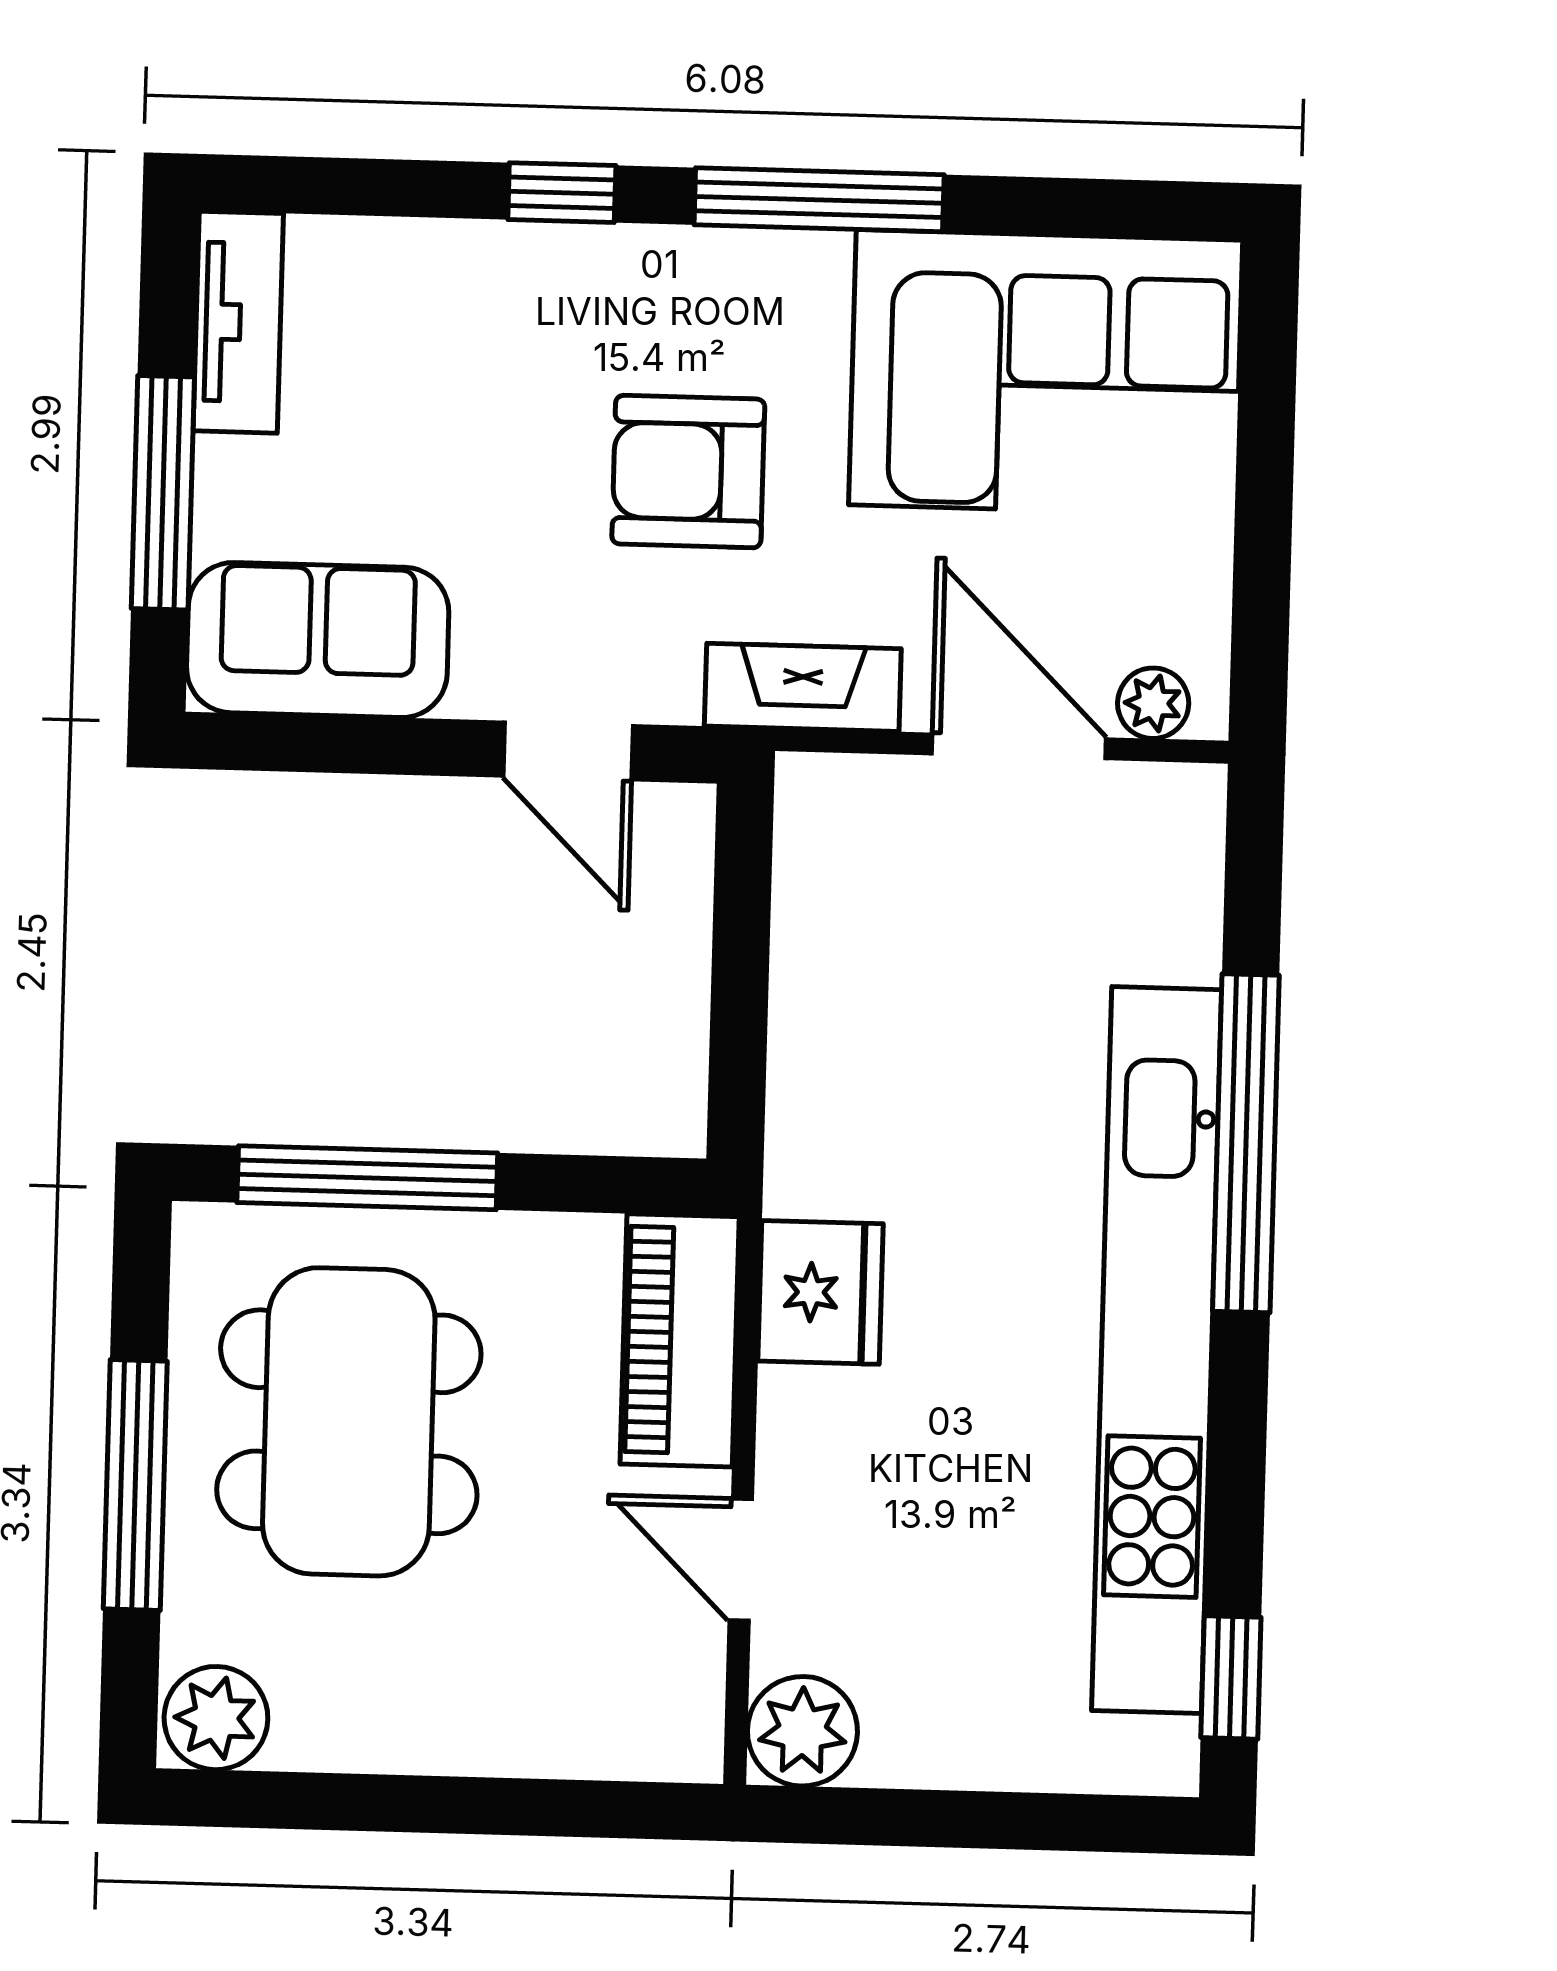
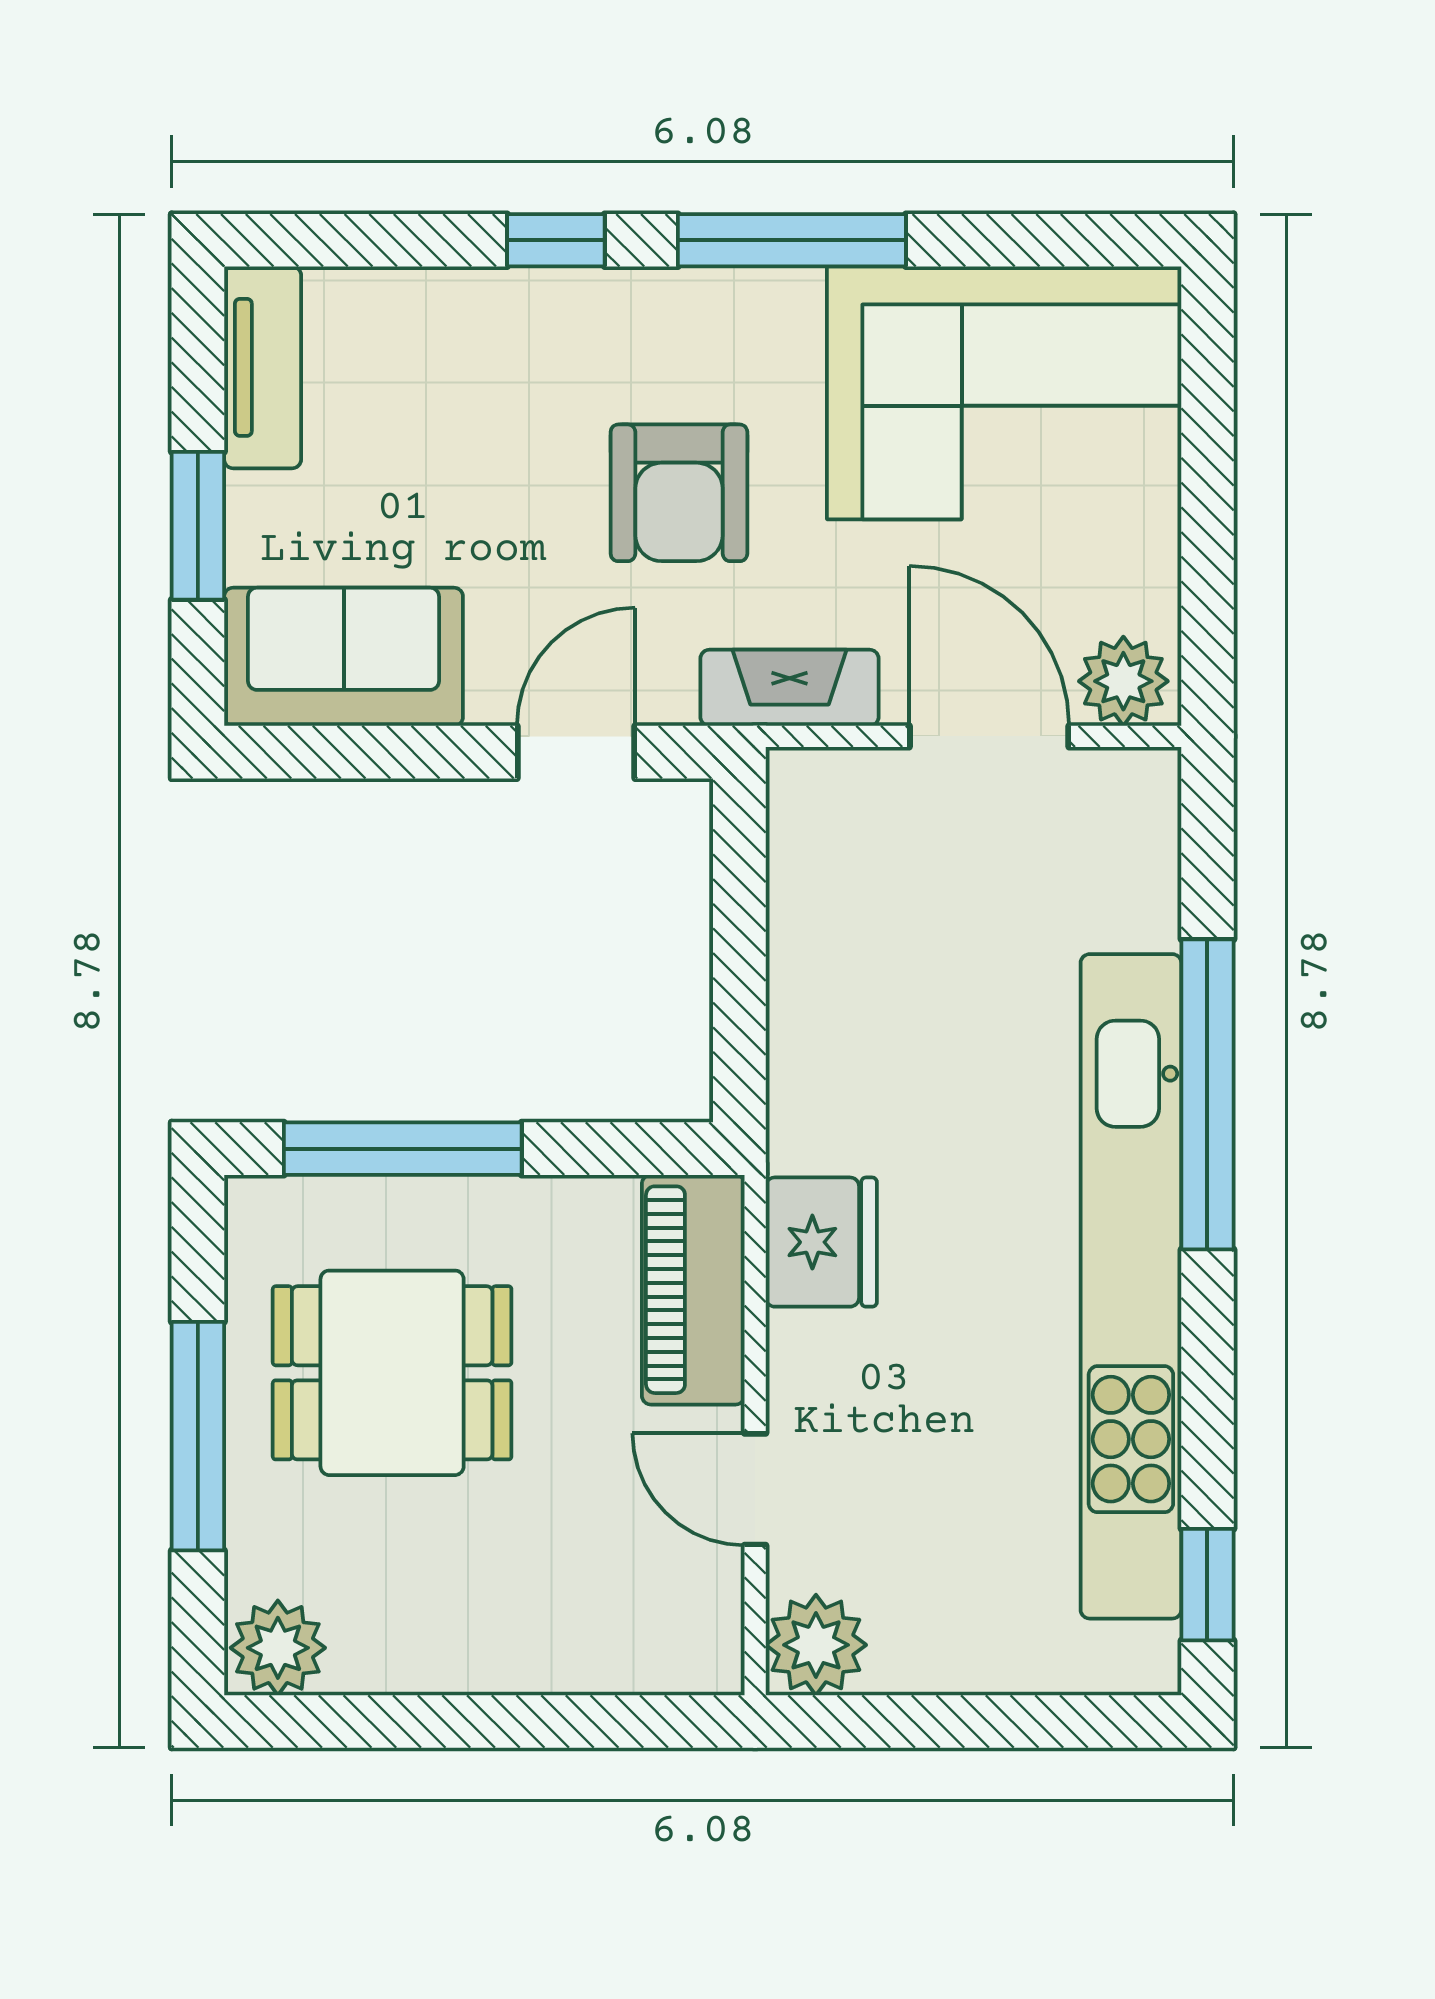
armchair: (688, 472) -> (679, 493), turned -90
window: (163, 493) -> (198, 526), width x0.69
plant: (1153, 703) -> (1123, 681), width x1.38, depth x1.38
door: (568, 751) -> (576, 752), swing flipped
dining table: (349, 1422) -> (392, 1373), width x0.73

